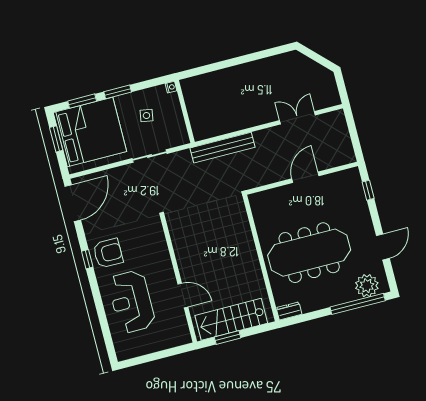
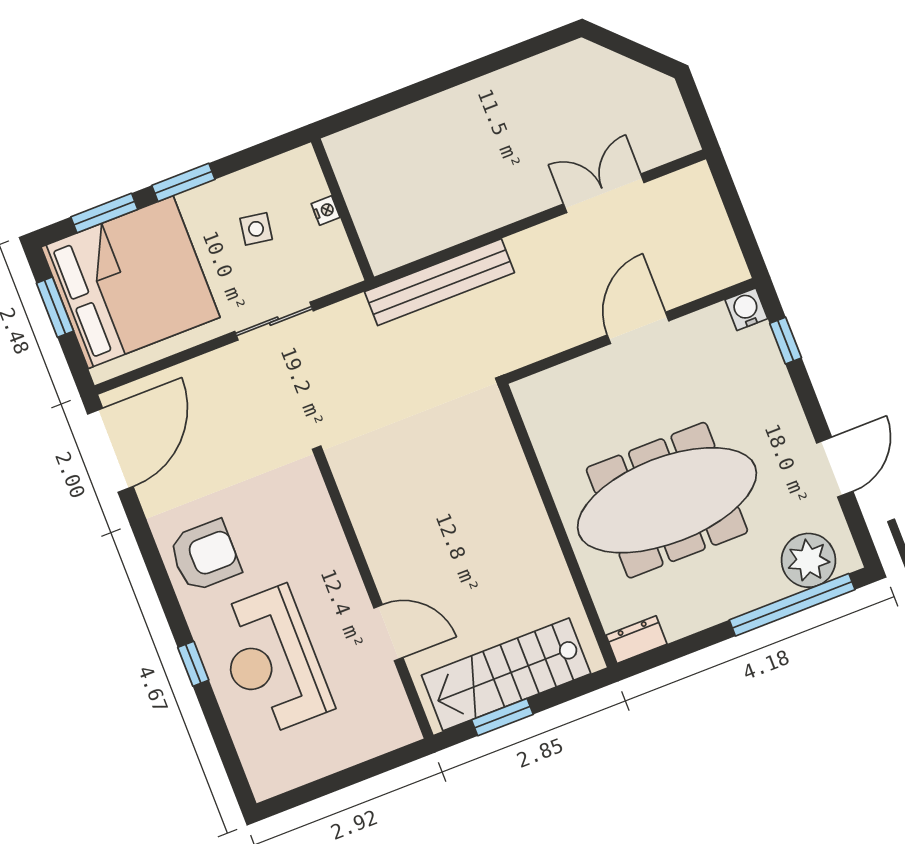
nightstand: (171, 87) -> (326, 210), moved
water cooler: (353, 175) -> (746, 309), added
window: (87, 259) -> (193, 664), moved

